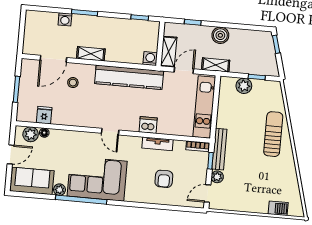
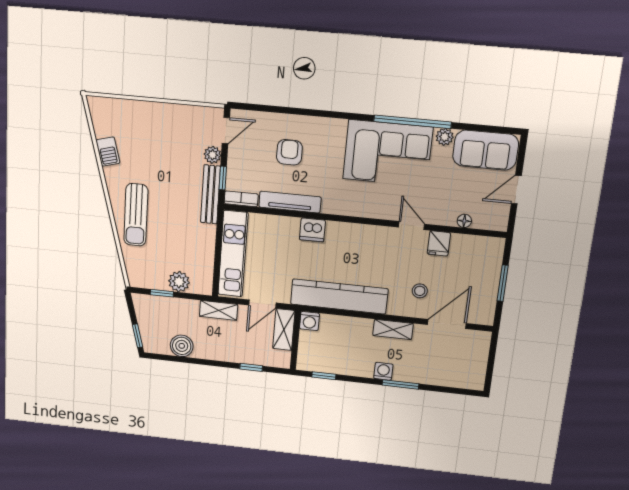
washing machine: (65, 19) -> (383, 371), moved
boiler: (220, 35) -> (182, 346), moved
fridge: (44, 115) -> (439, 243), moved
door: (110, 132) -> (411, 226), moved
plant: (31, 134) -> (485, 219), removed
tv unit: (158, 144) -> (290, 202), width x1.41
barbecue: (278, 208) -> (108, 152), moved, turned -105

